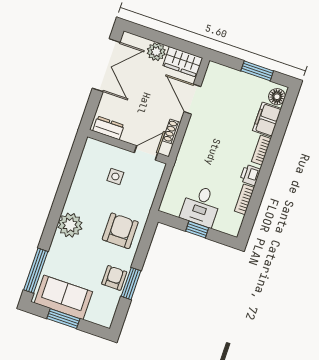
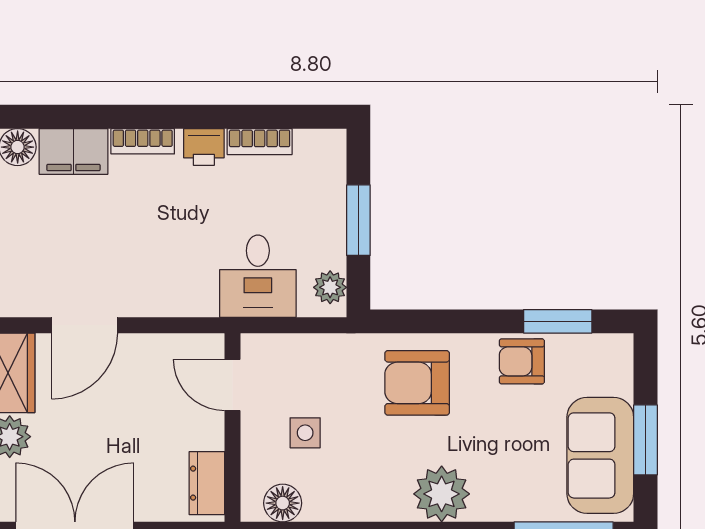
shoe rack: (172, 132) -> (169, 346), removed
floor lamp: (89, 157) -> (283, 503), added
desk: (201, 206) -> (258, 276), moved, turned 90
plant: (173, 208) -> (330, 287), added
window: (197, 230) -> (358, 220), width x1.50
window: (131, 284) -> (558, 321), moved

